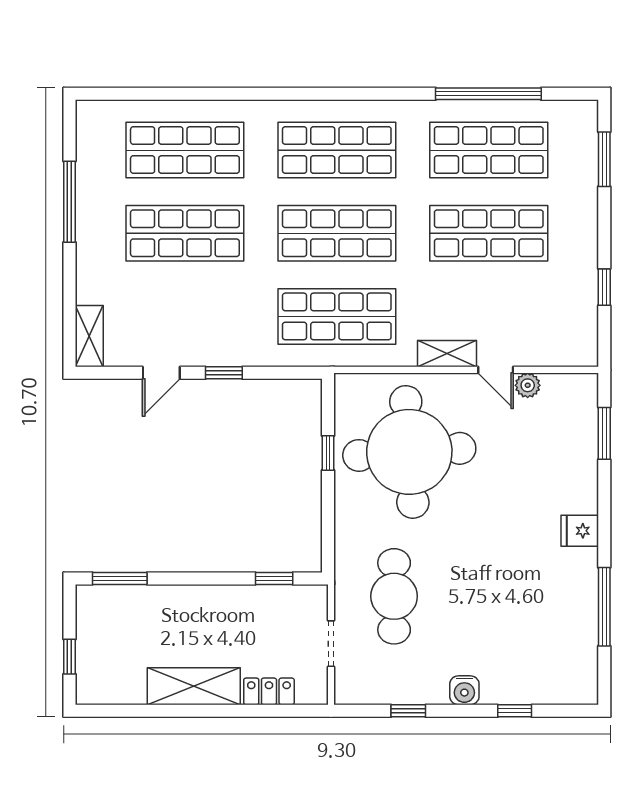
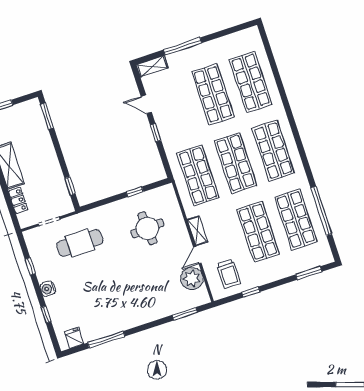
window: (69, 202) -> (183, 46), moved
trolley: (553, 320) -> (229, 274), added
plant: (528, 385) -> (192, 279), width x1.88, depth x1.88
round table: (409, 452) -> (147, 228), width x0.54, depth x0.54
fridge: (580, 531) -> (74, 338), moved

